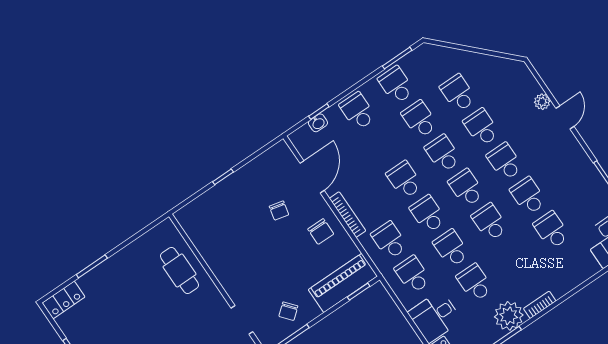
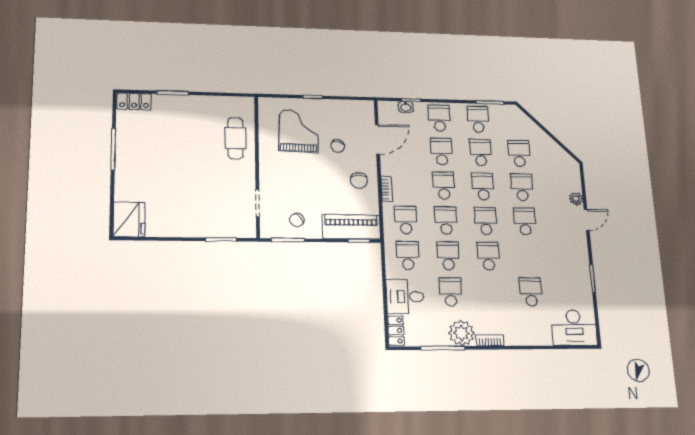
school desk: (528, 196) -> (441, 152), moved
bookcase: (348, 215) -> (387, 189), width x0.64
grand piano: (232, 221) -> (299, 131), added

